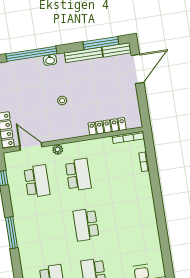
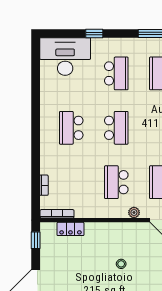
window: (144, 110) -> (36, 240), added
locker: (107, 126) -> (70, 229), width x0.66
school desk: (127, 218) -> (71, 128), added

